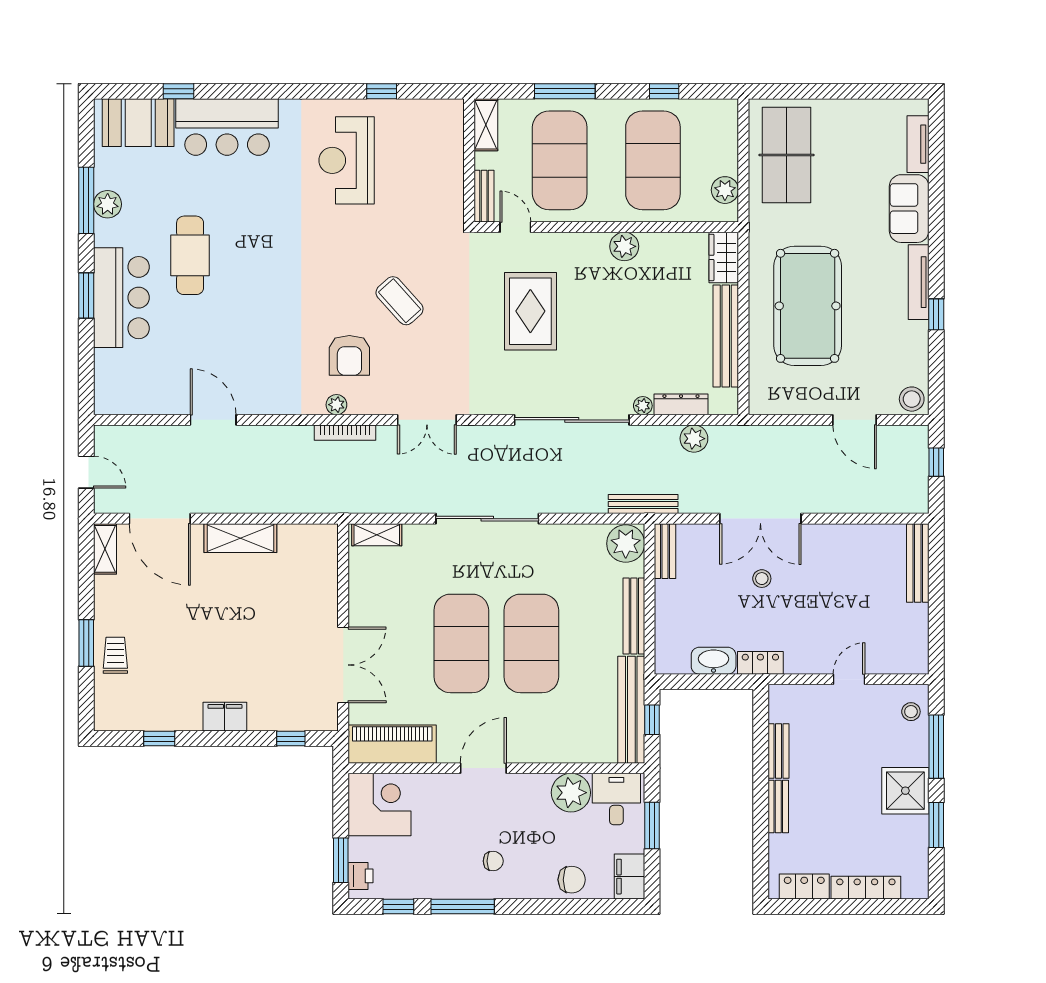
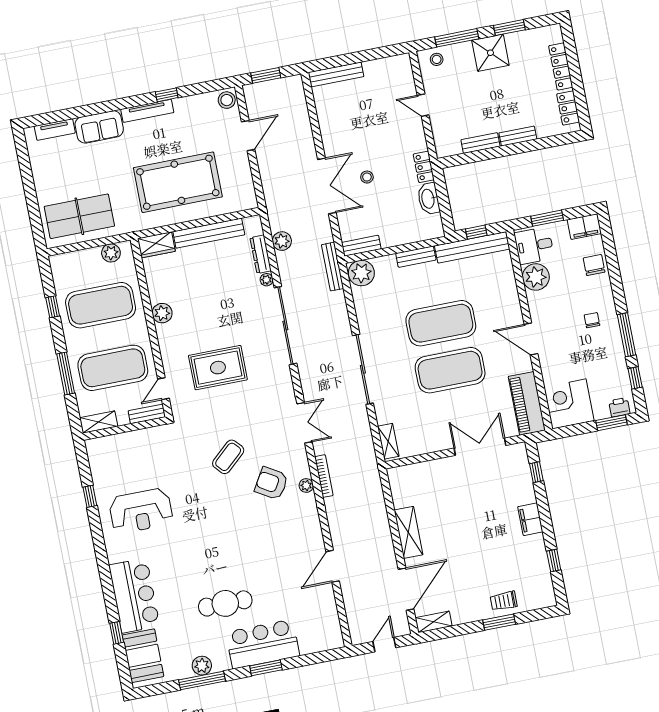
armchair: (349, 355) -> (271, 483), turned -149
window: (936, 462) -> (266, 75), width x1.50
bench: (634, 616) -> (416, 257), width x0.73

